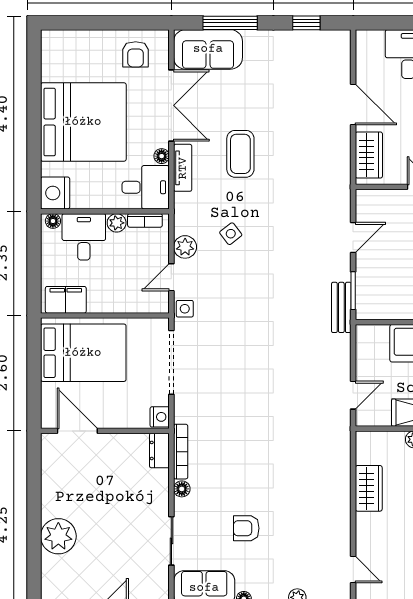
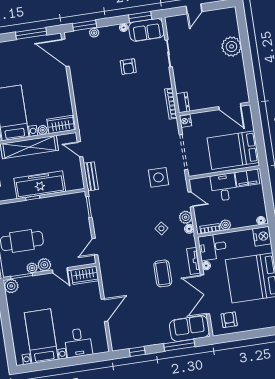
door: (353, 104) -> (104, 310), swing flipped
wardrobe: (369, 155) -> (85, 275), moved, turned -90
desk: (84, 237) -> (224, 187), moved, turned 180
door: (353, 237) -> (95, 247), moved
door: (171, 277) -> (191, 199), hinge flipped
bench: (341, 307) -> (91, 176), moved
side table: (185, 309) -> (158, 177), moved, width x1.87, depth x1.87
door: (353, 395) -> (80, 149), hinge flipped
wardrobe: (369, 488) -> (61, 124), moved, turned 90
floor lamp: (182, 489) -> (189, 229), moved
armchair: (246, 528) -> (128, 67), turned 90
door: (353, 569) -> (65, 53), width x1.88

